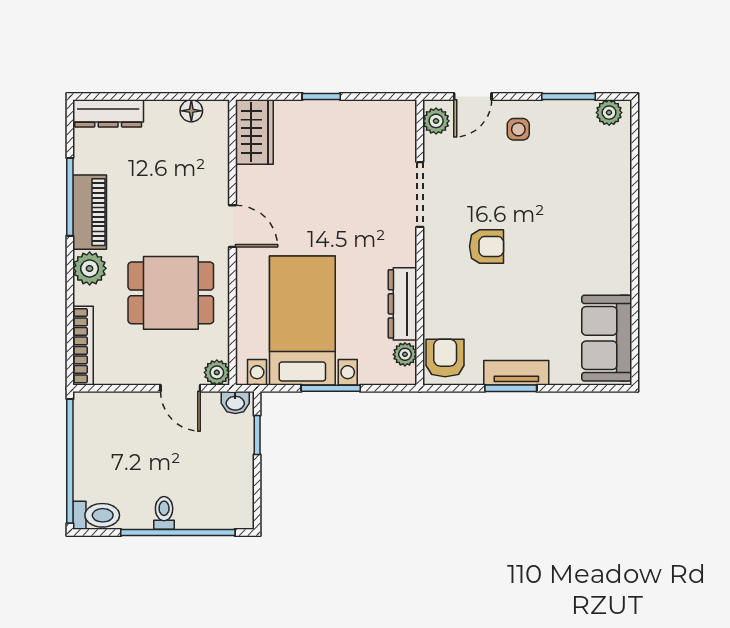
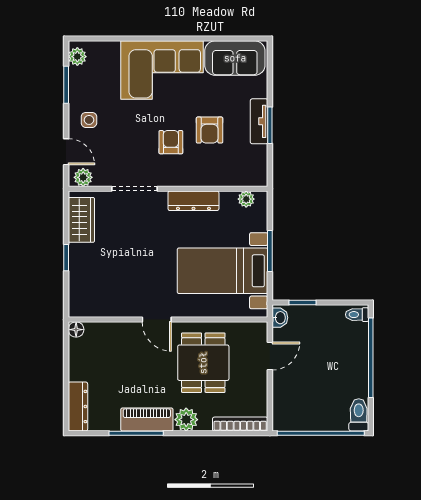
floor lamp: (191, 111) -> (76, 330), moved
wardrobe: (254, 132) -> (81, 220), moved, turned 90
door: (233, 226) -> (157, 320), swing flipped
corner sofa: (590, 234) -> (162, 70), added
dresser: (403, 304) -> (193, 201), moved
armchair: (445, 358) -> (210, 130), moved, turned -90
plant: (217, 372) -> (259, 331), removed
toilet: (164, 513) -> (357, 315), moved

